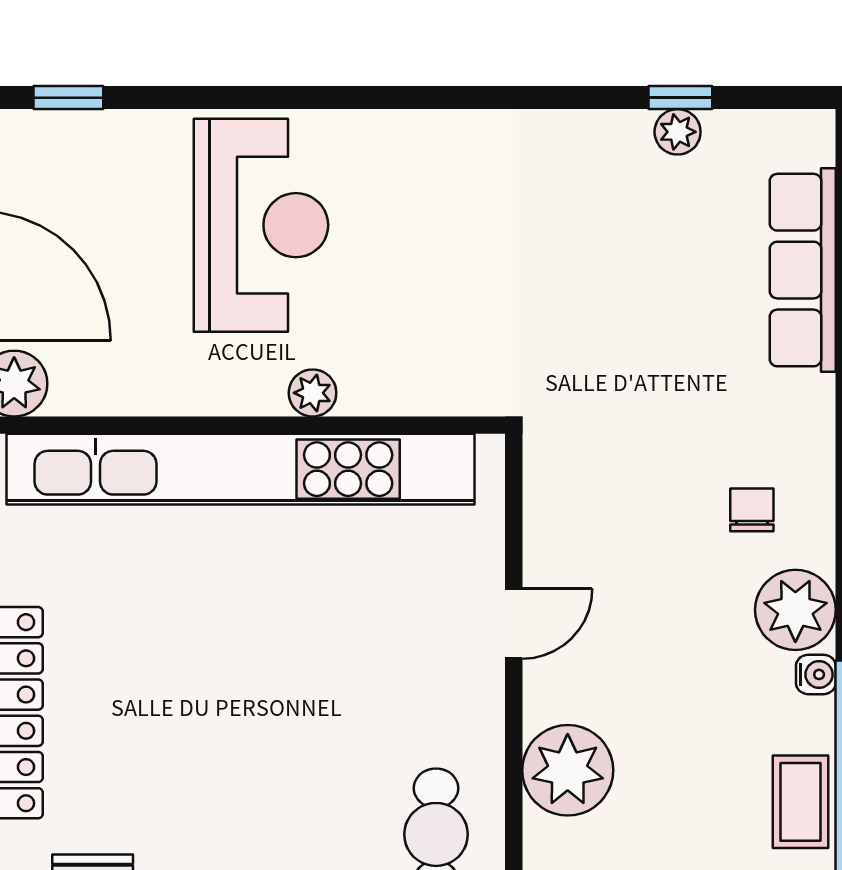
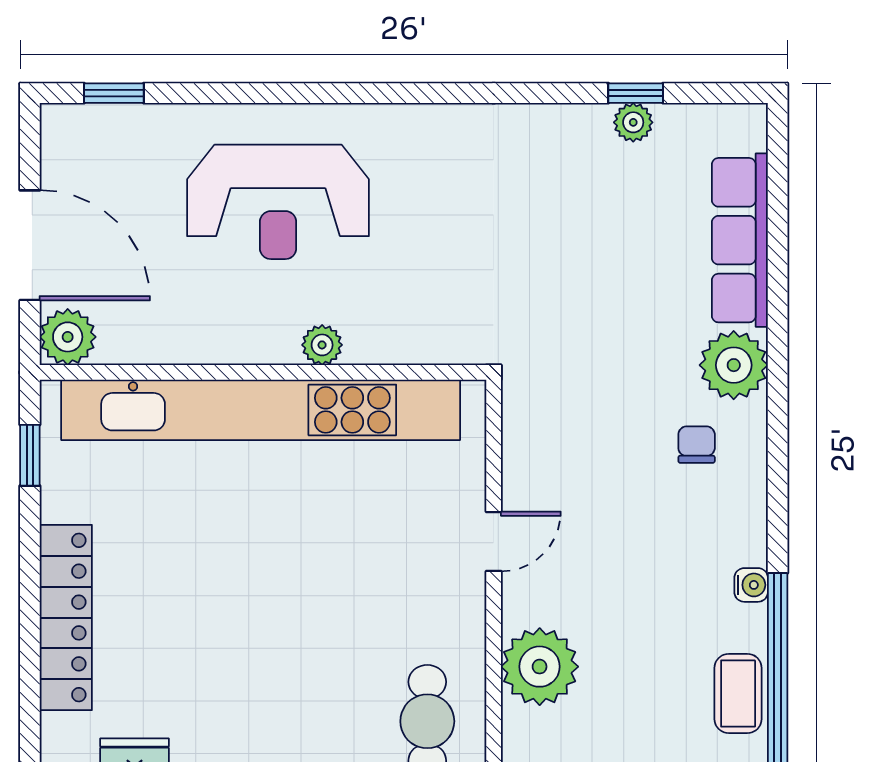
reception desk: (261, 225) -> (278, 202), turned 90
plant: (795, 610) -> (734, 365), moved

